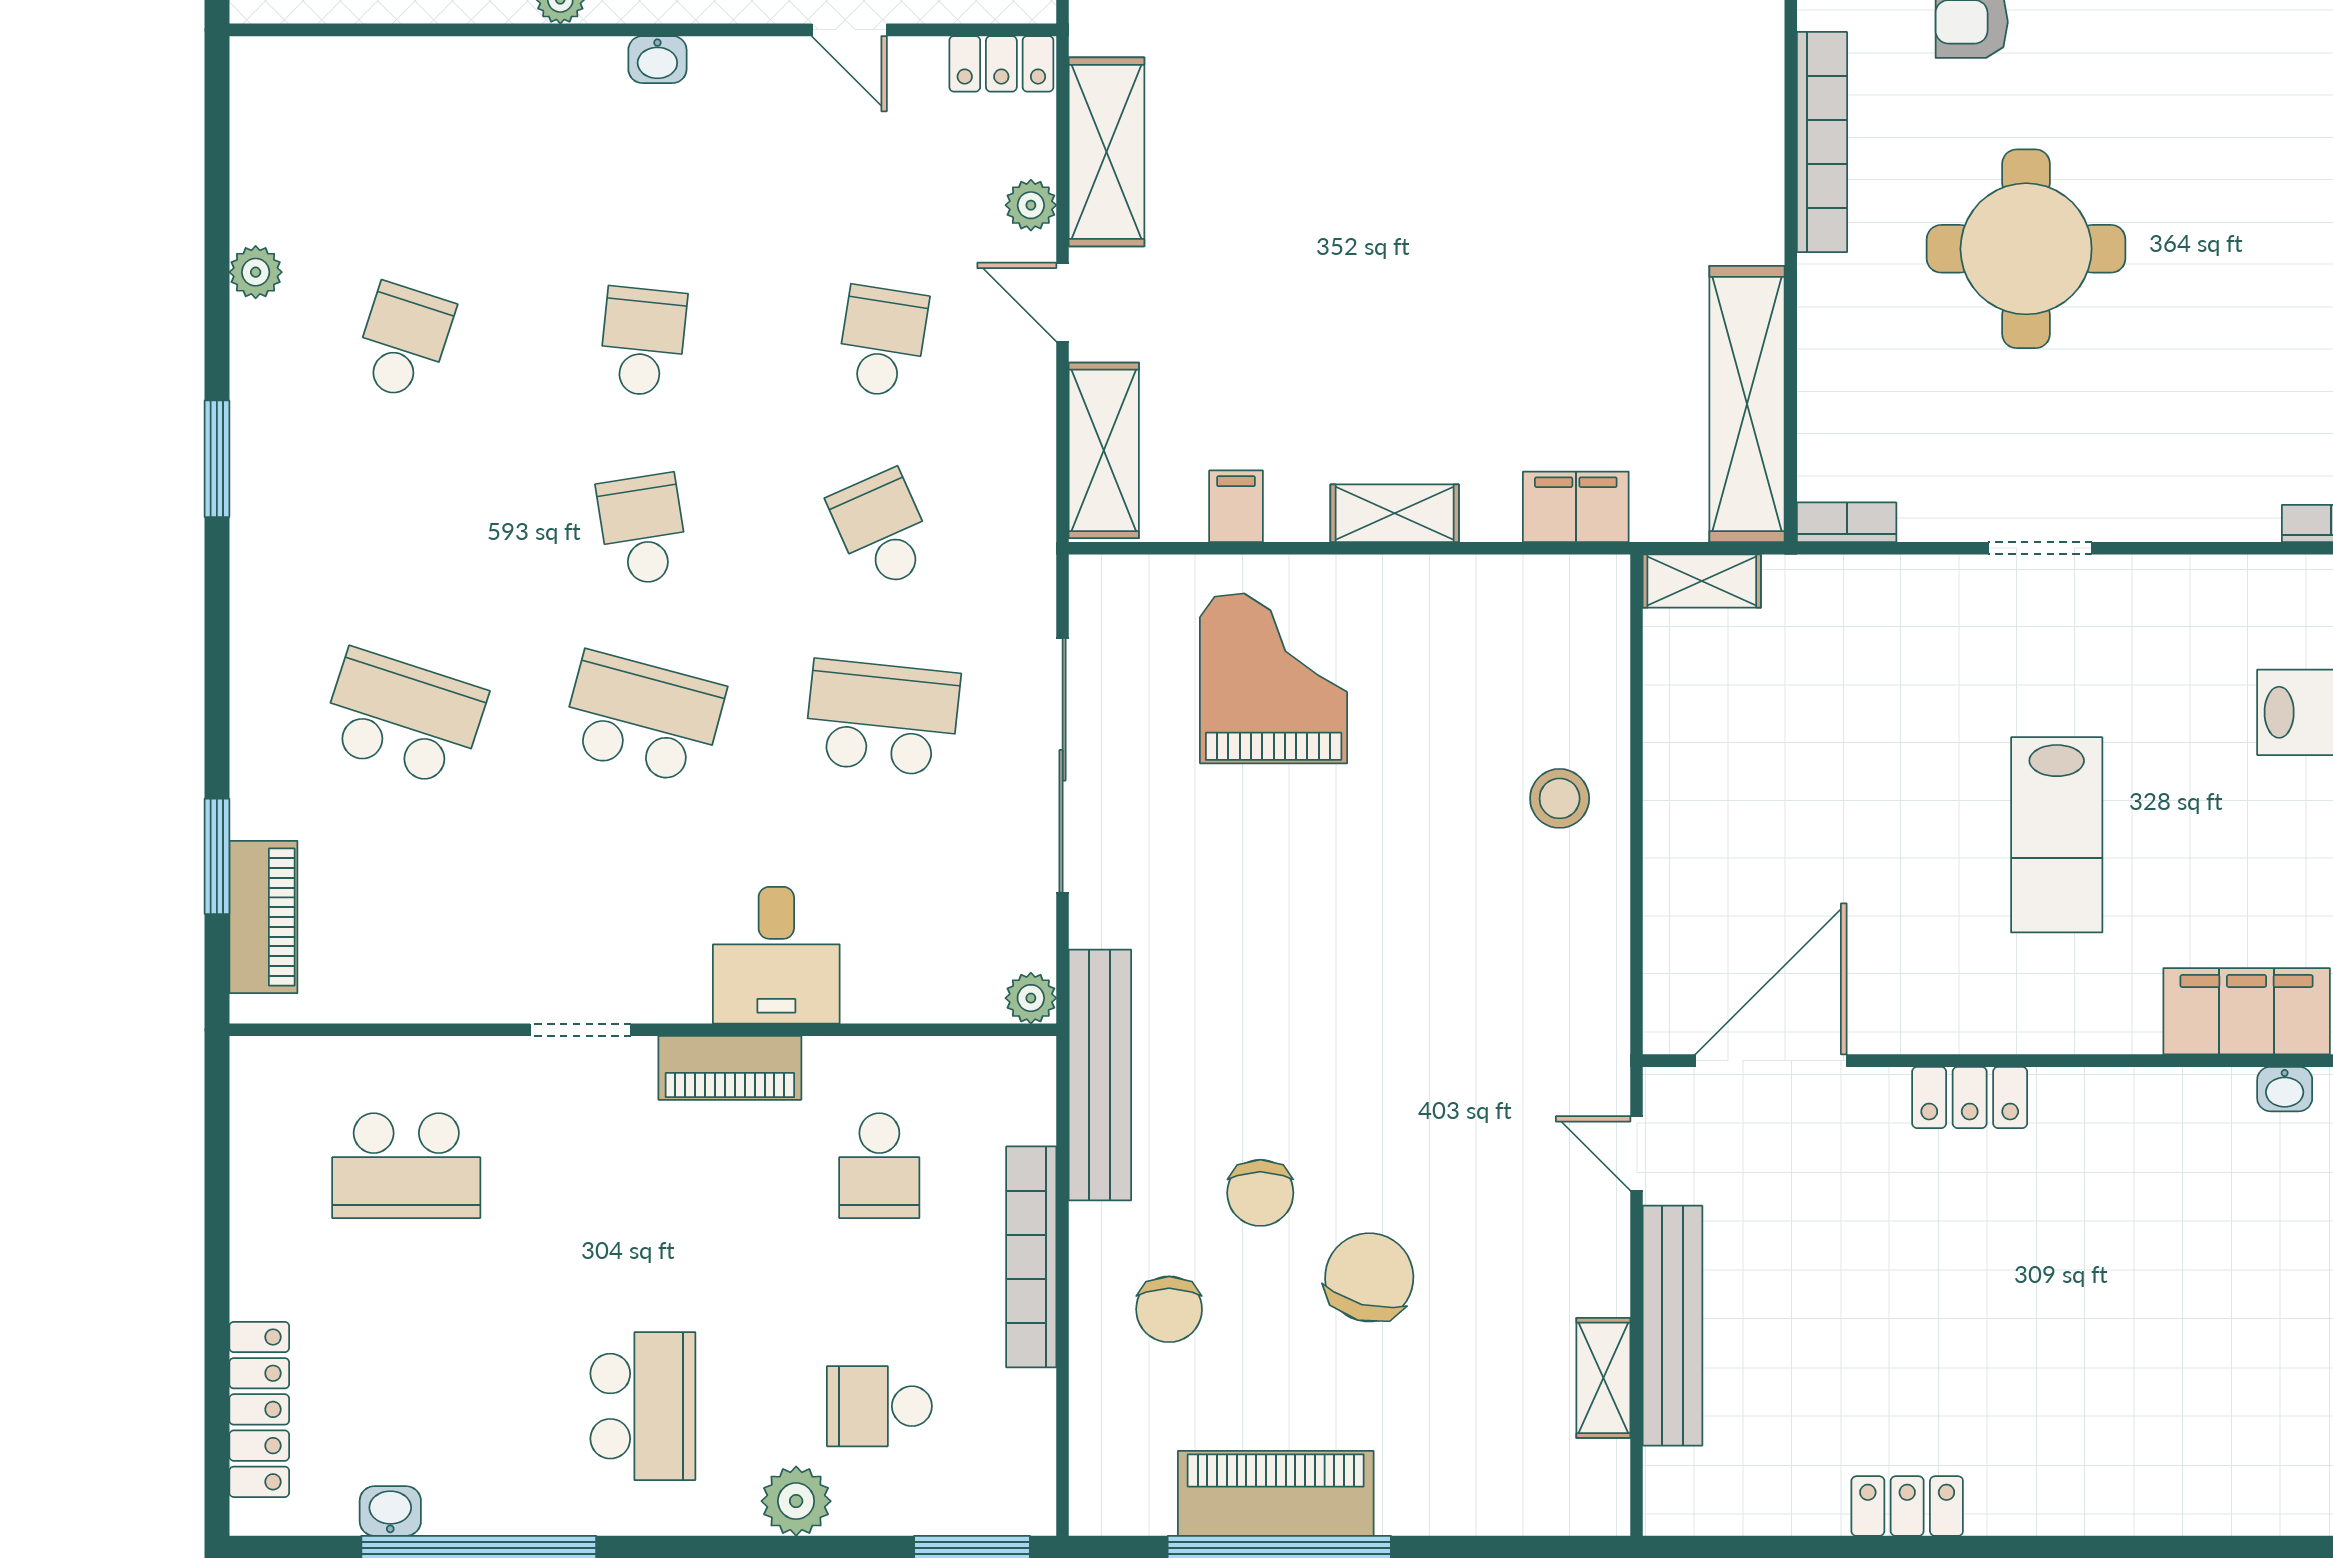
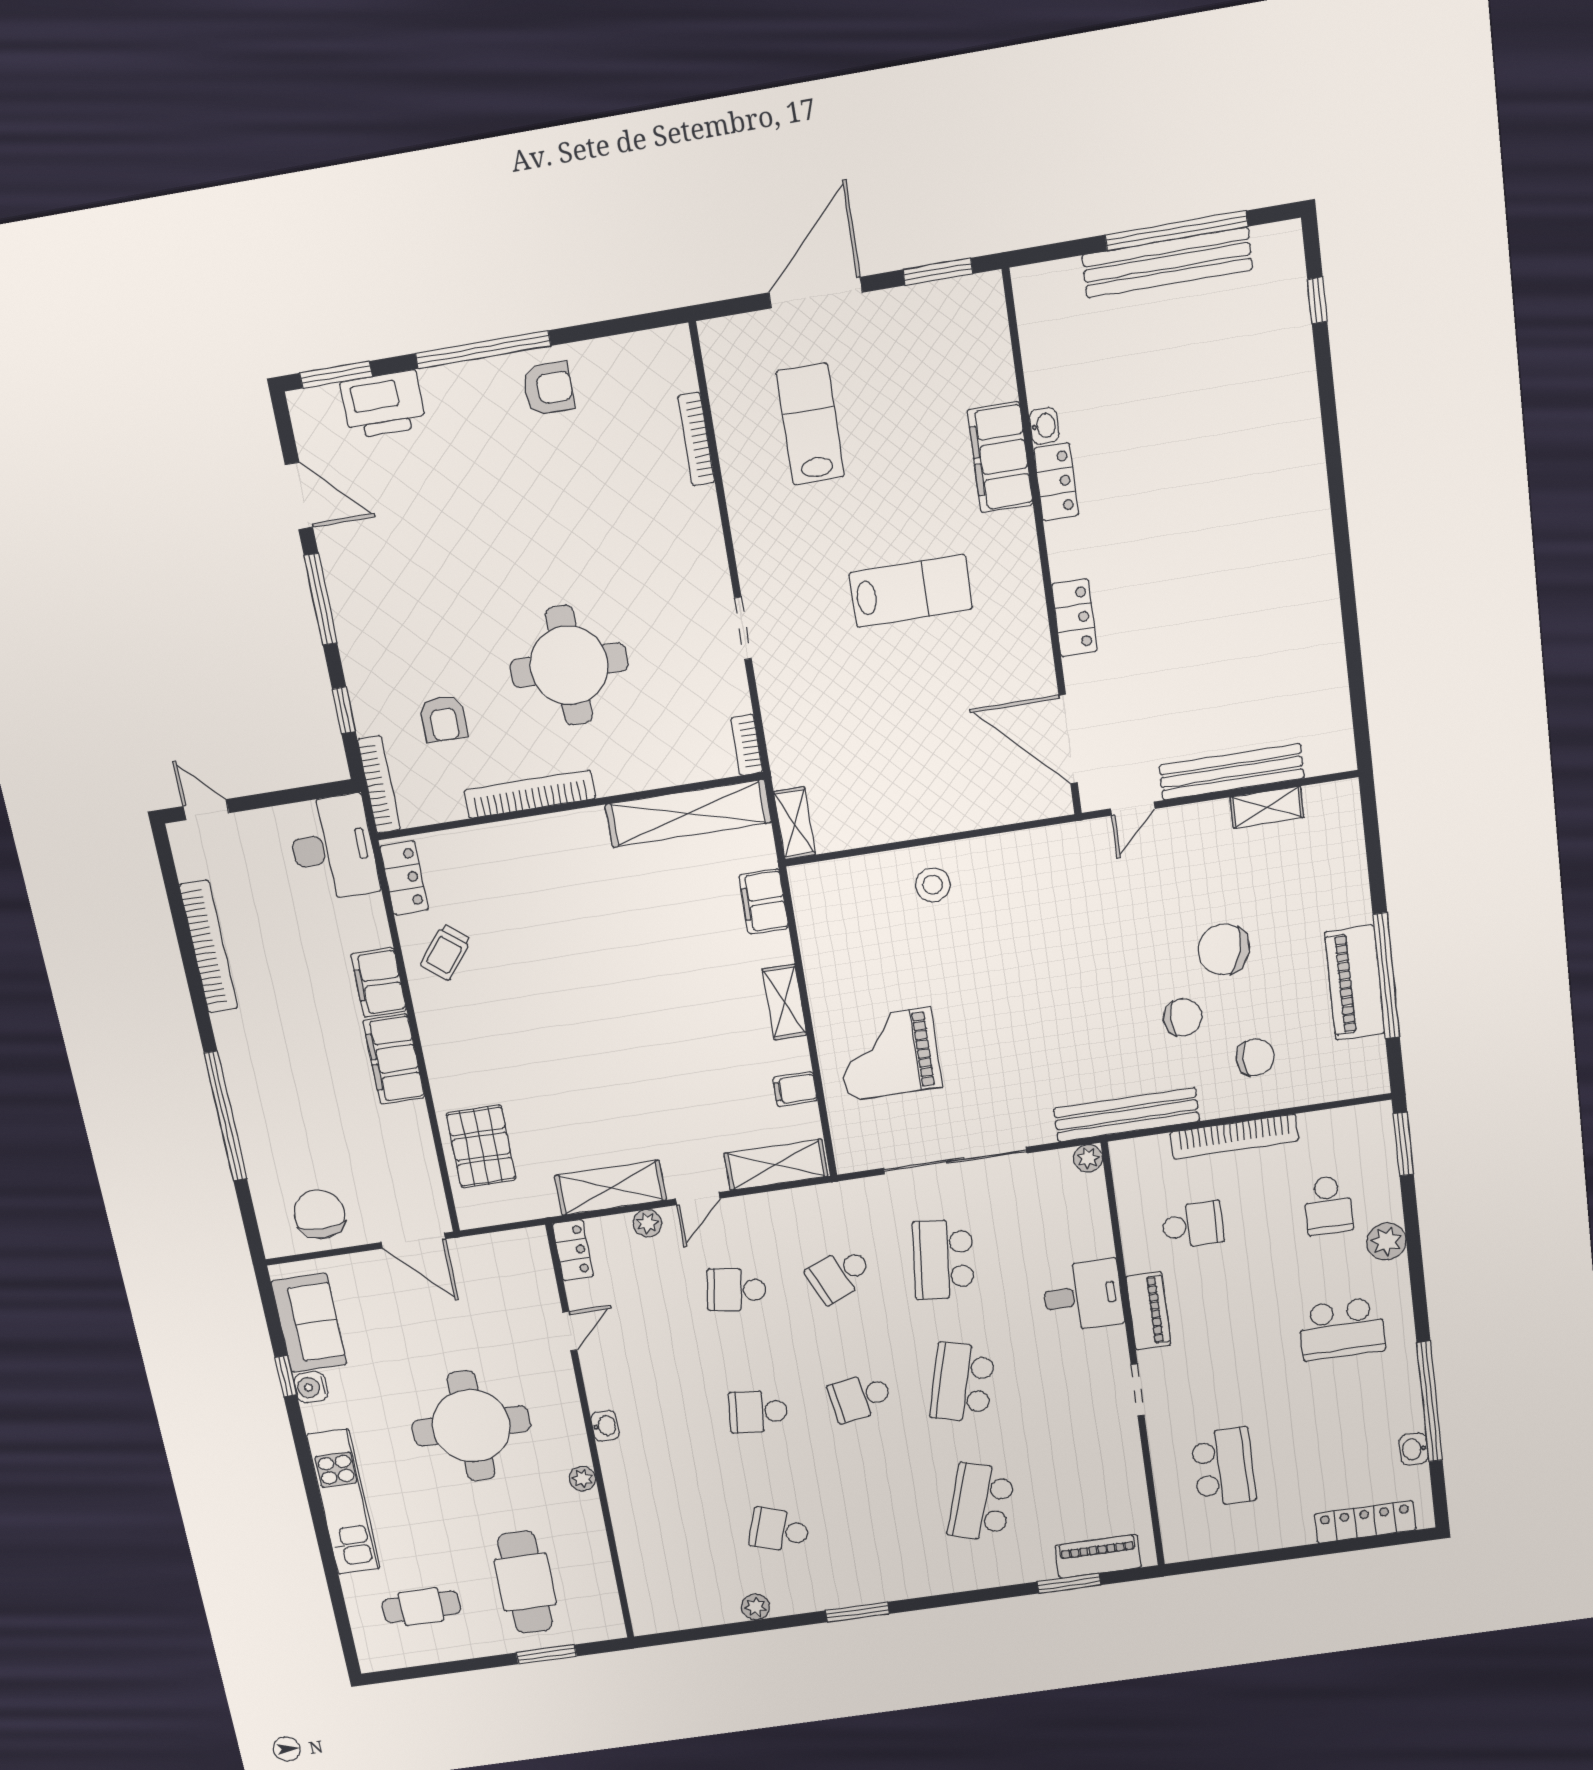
school desk: (643, 1406) -> (1342, 1329), turned 180
locker: (1907, 1506) -> (1056, 482), moved, turned 180

